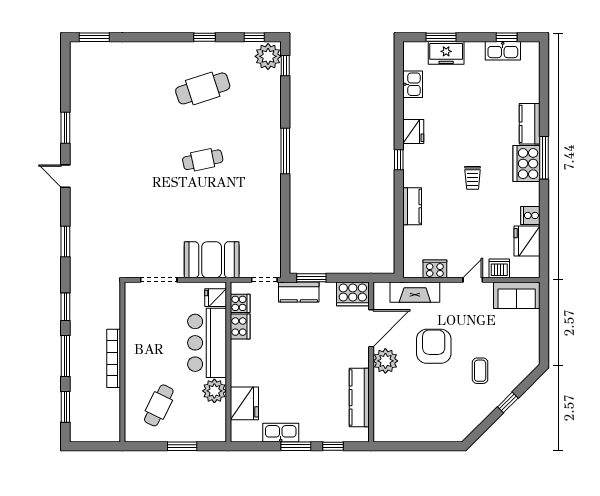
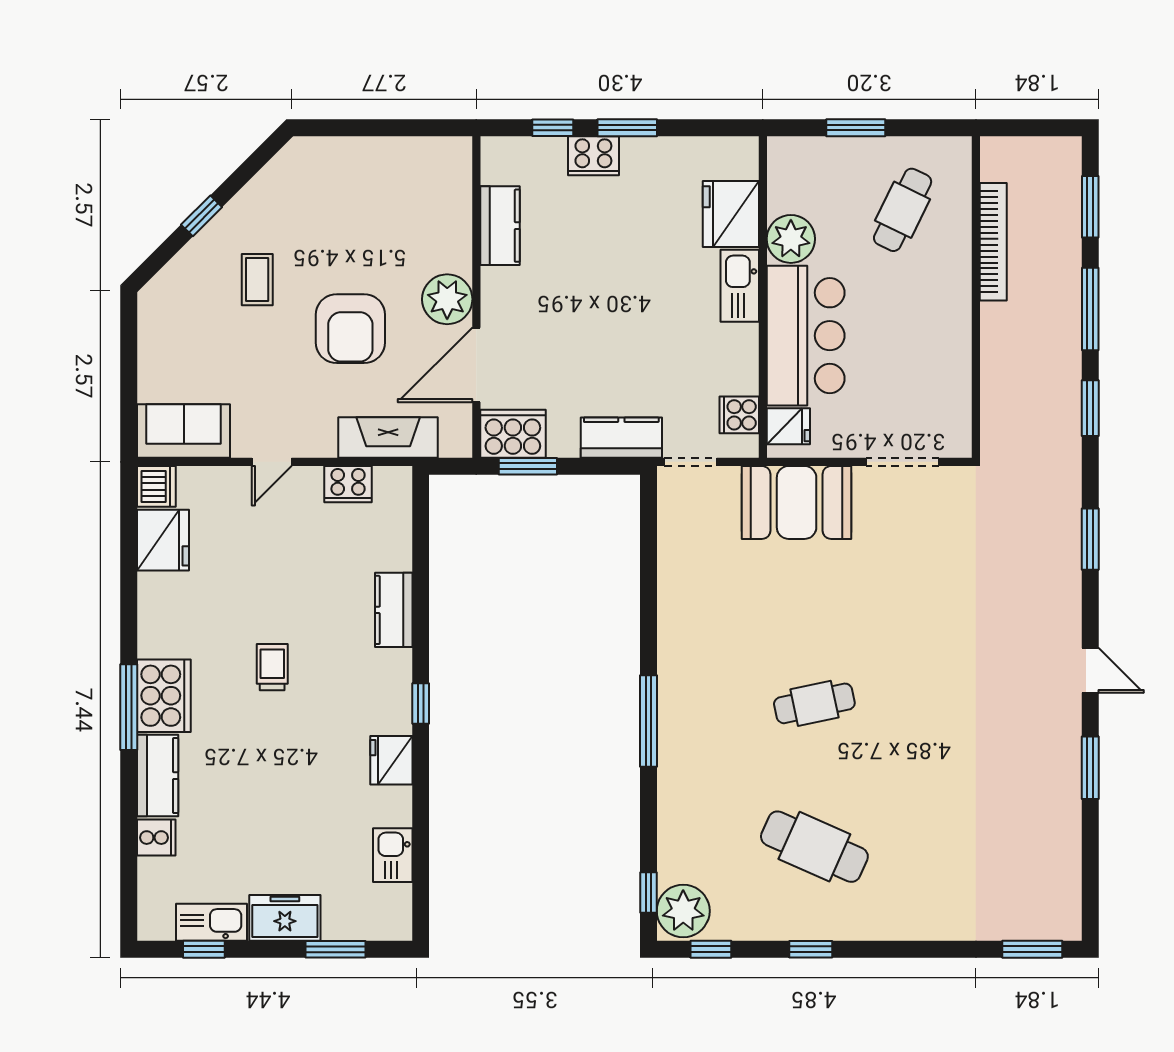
freezer: (446, 53) -> (285, 918), moved
cafe table: (203, 88) -> (814, 847), turned 42
cooker: (530, 215) -> (156, 838), moved
dishwasher: (499, 268) -> (156, 486), moved, turned -90
window: (311, 278) -> (528, 466), moved
cooker: (240, 327) -> (593, 156), moved, turned -90
bookcase: (114, 358) -> (993, 242), moved
kitchen counter: (359, 398) -> (500, 226), width x0.67
kitchen sink: (281, 433) -> (740, 286), moved, turned 90

